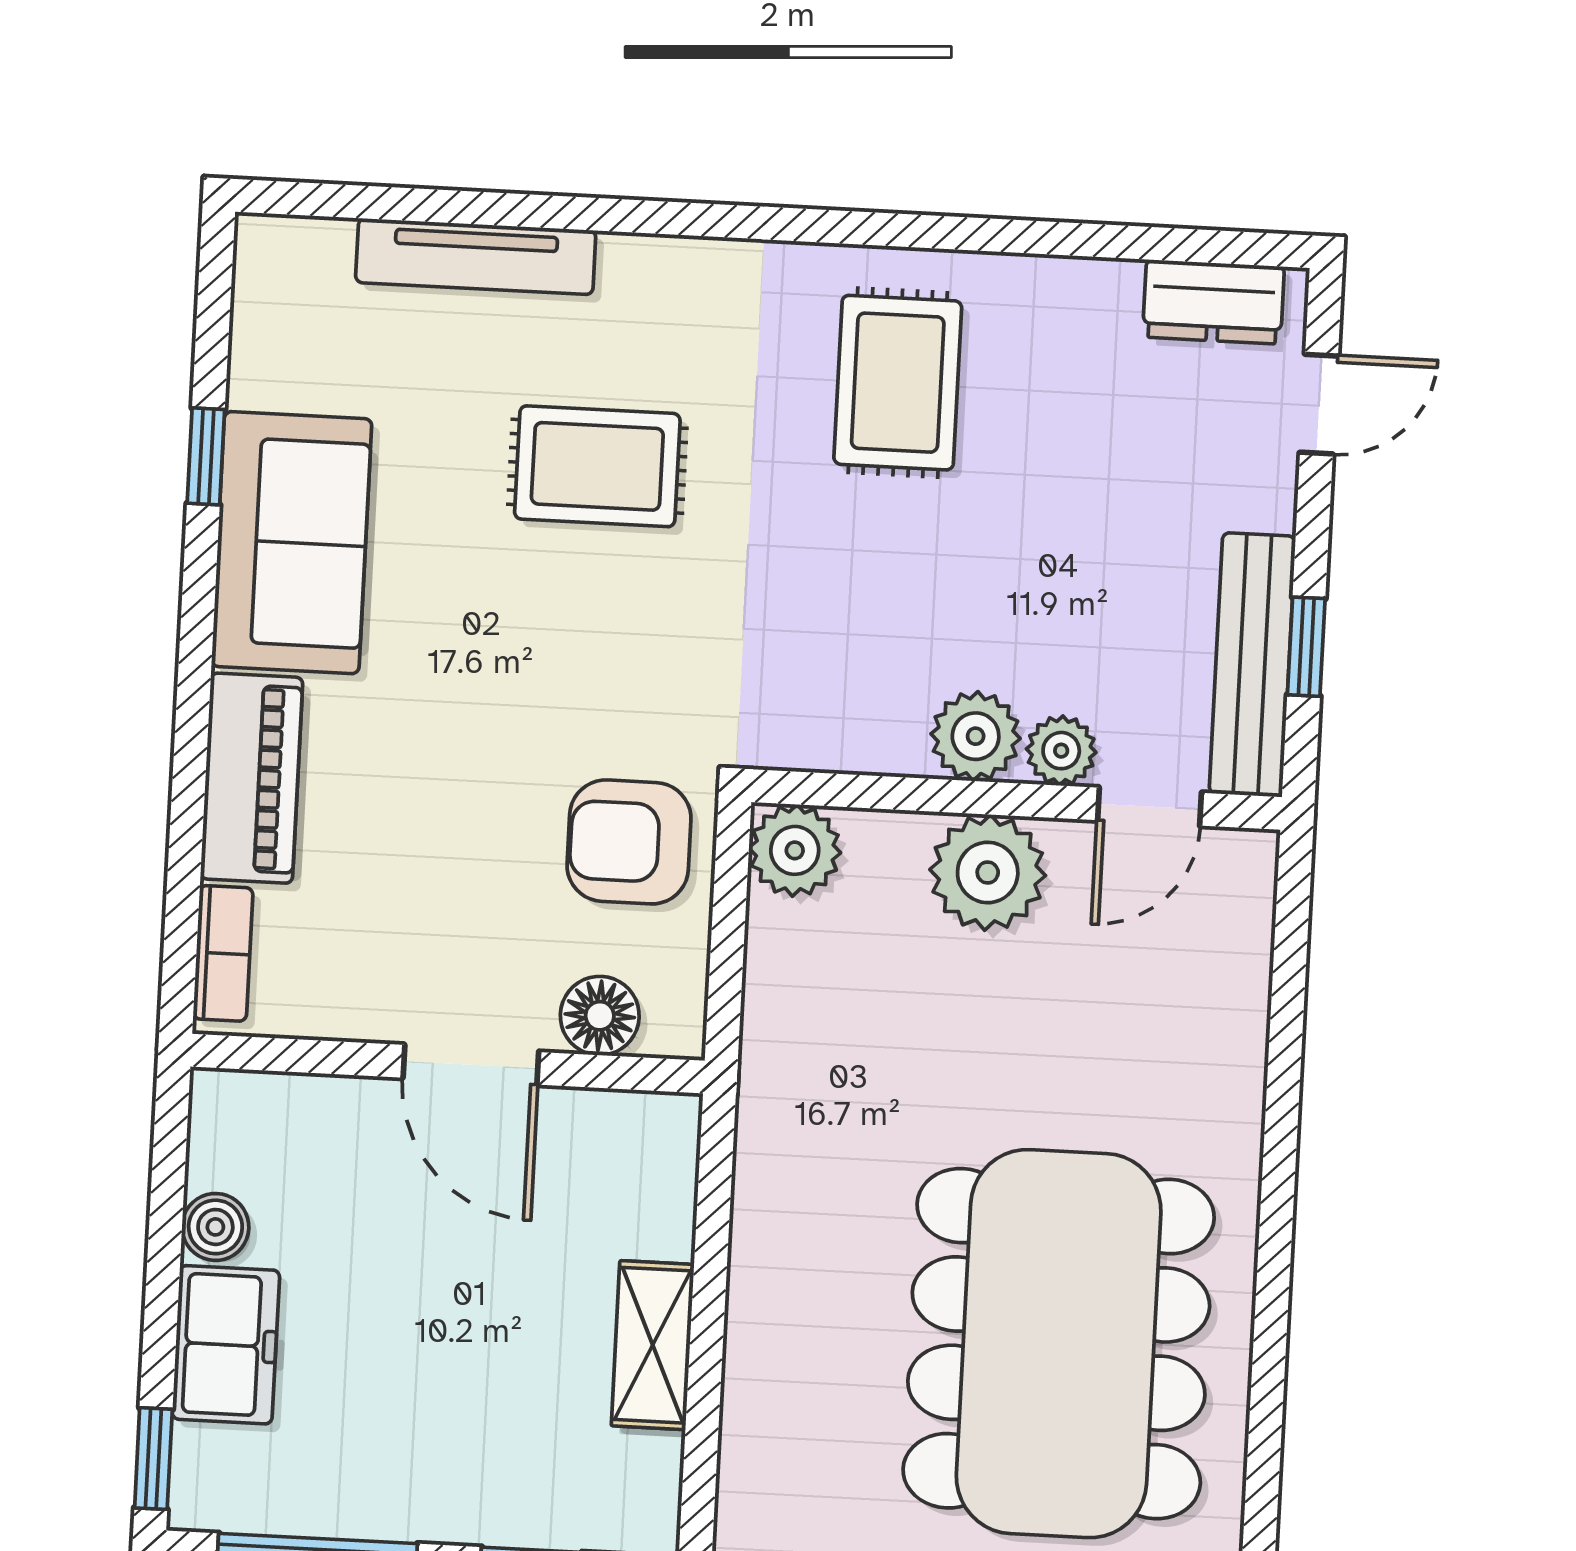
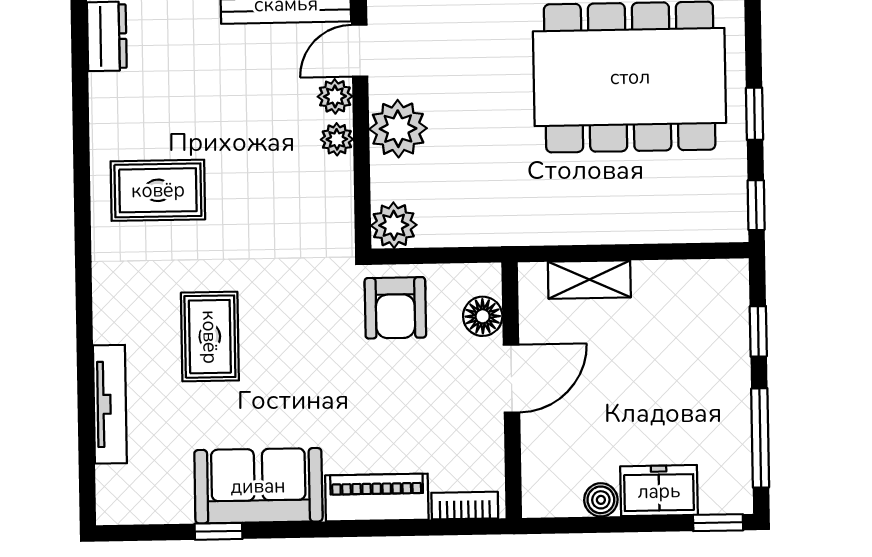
plant: (976, 736) -> (337, 139), width x0.73, depth x0.73
door: (1149, 807) -> (360, 51), swing flipped
shelving: (653, 1345) -> (589, 280), moved

